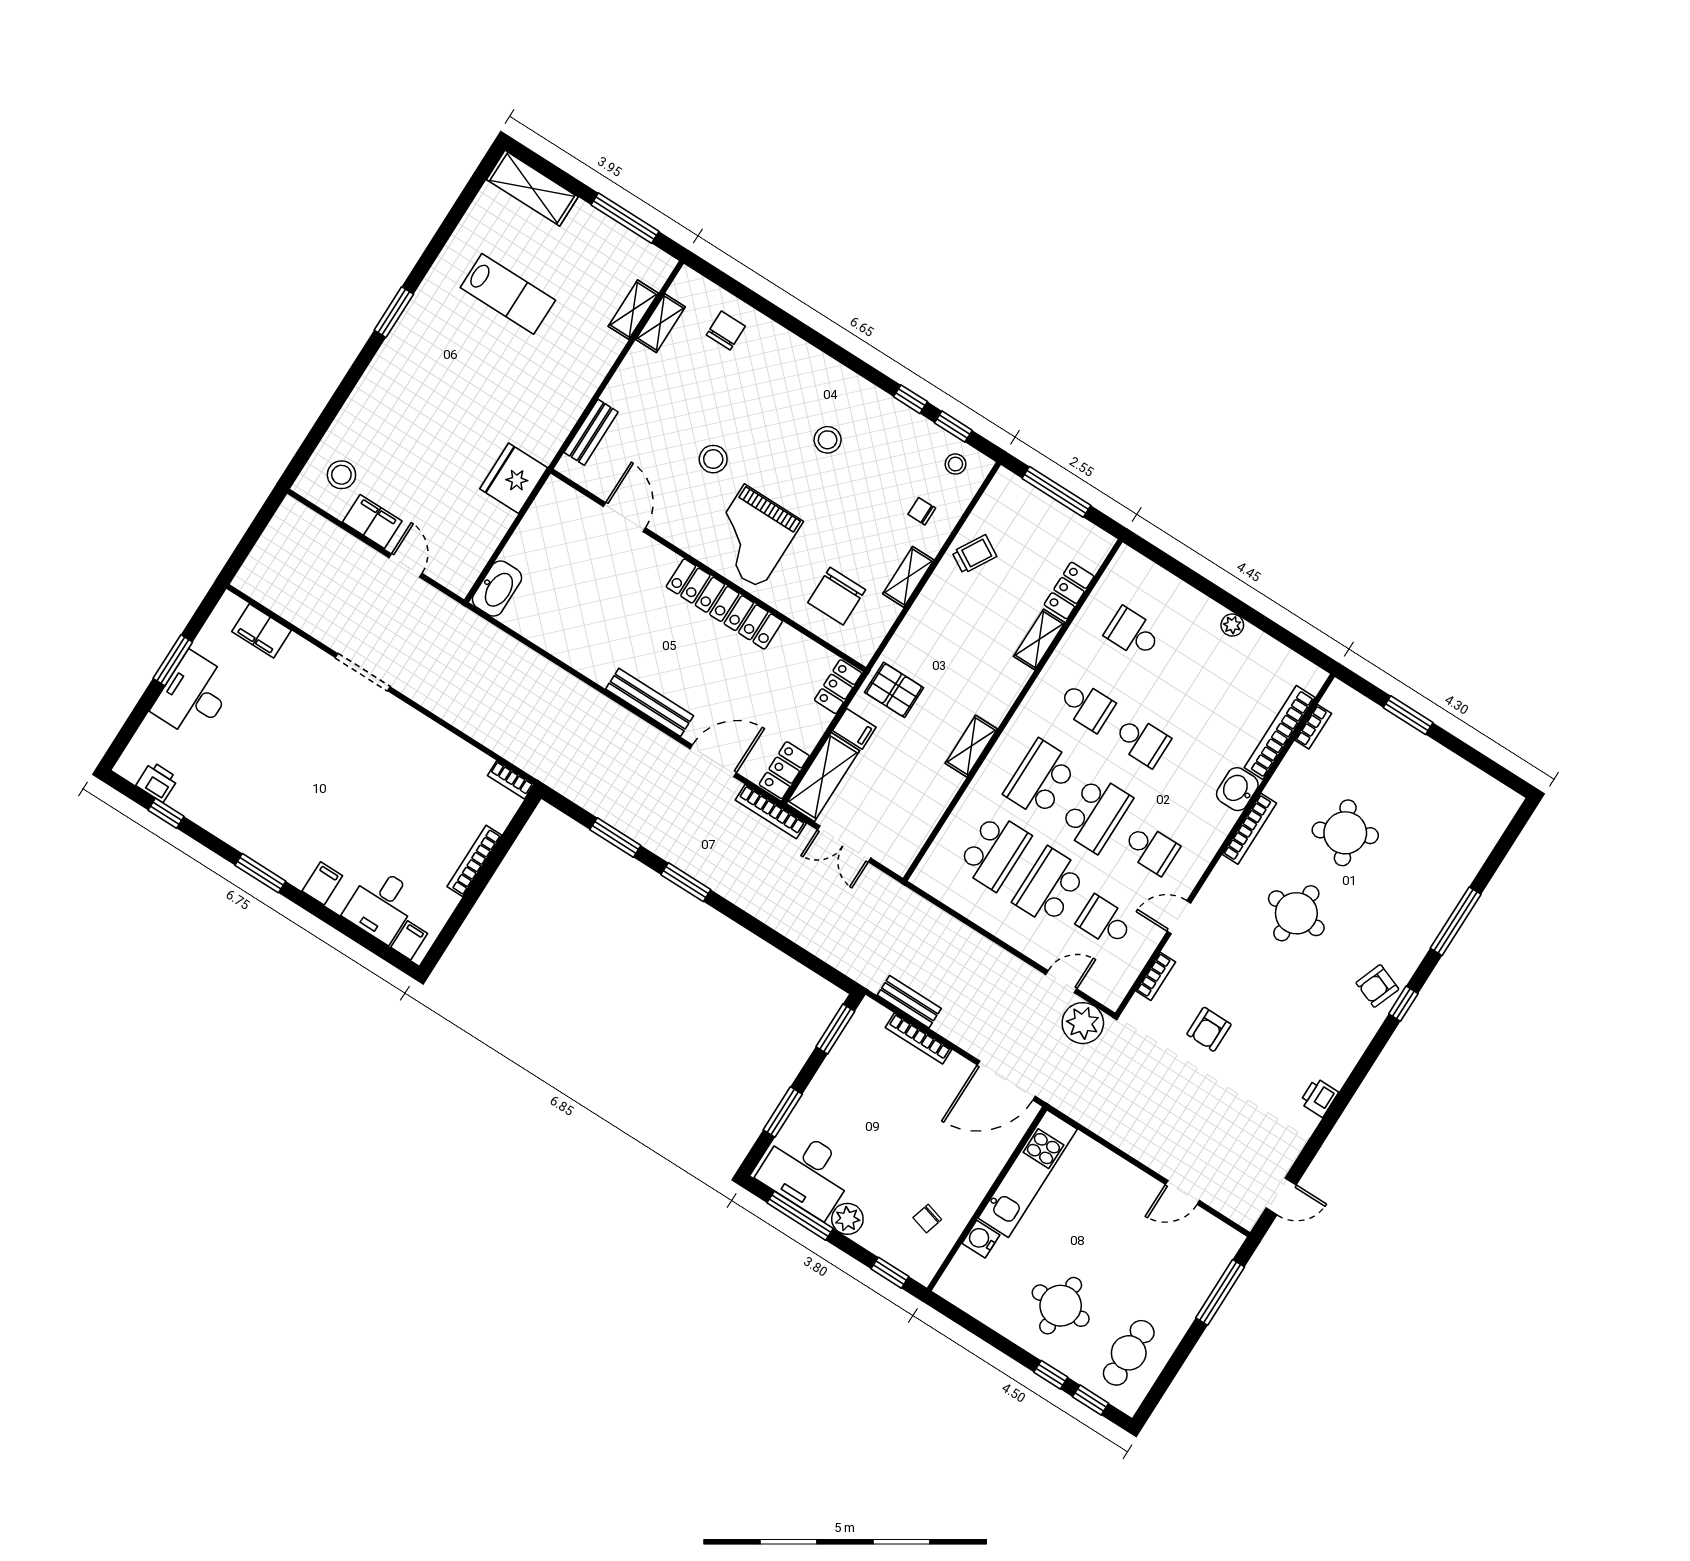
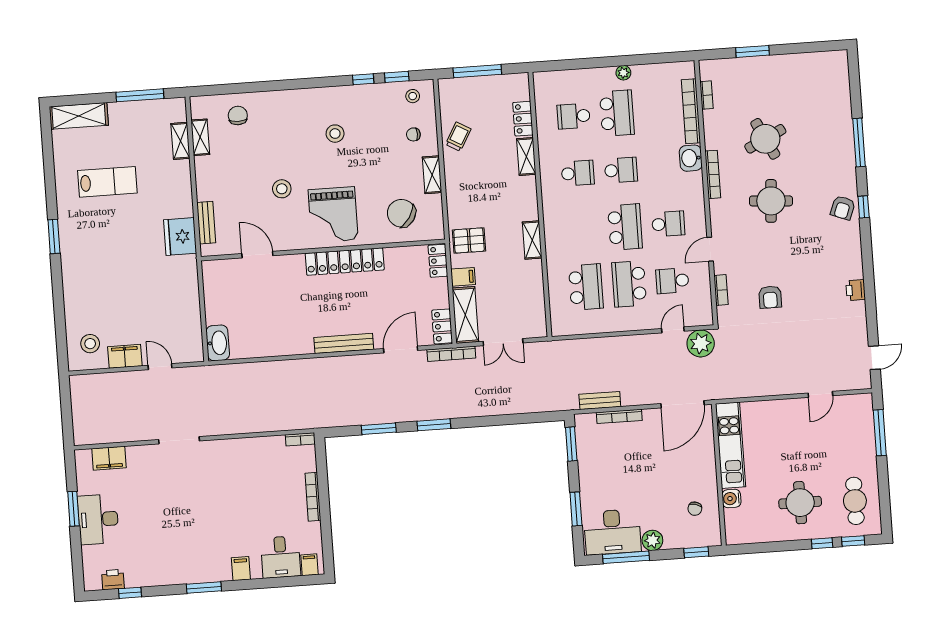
fridge: (514, 478) -> (180, 237), moved
chair: (837, 596) -> (401, 213), turned 123
school desk: (1040, 779) -> (617, 113), moved, turned 180

